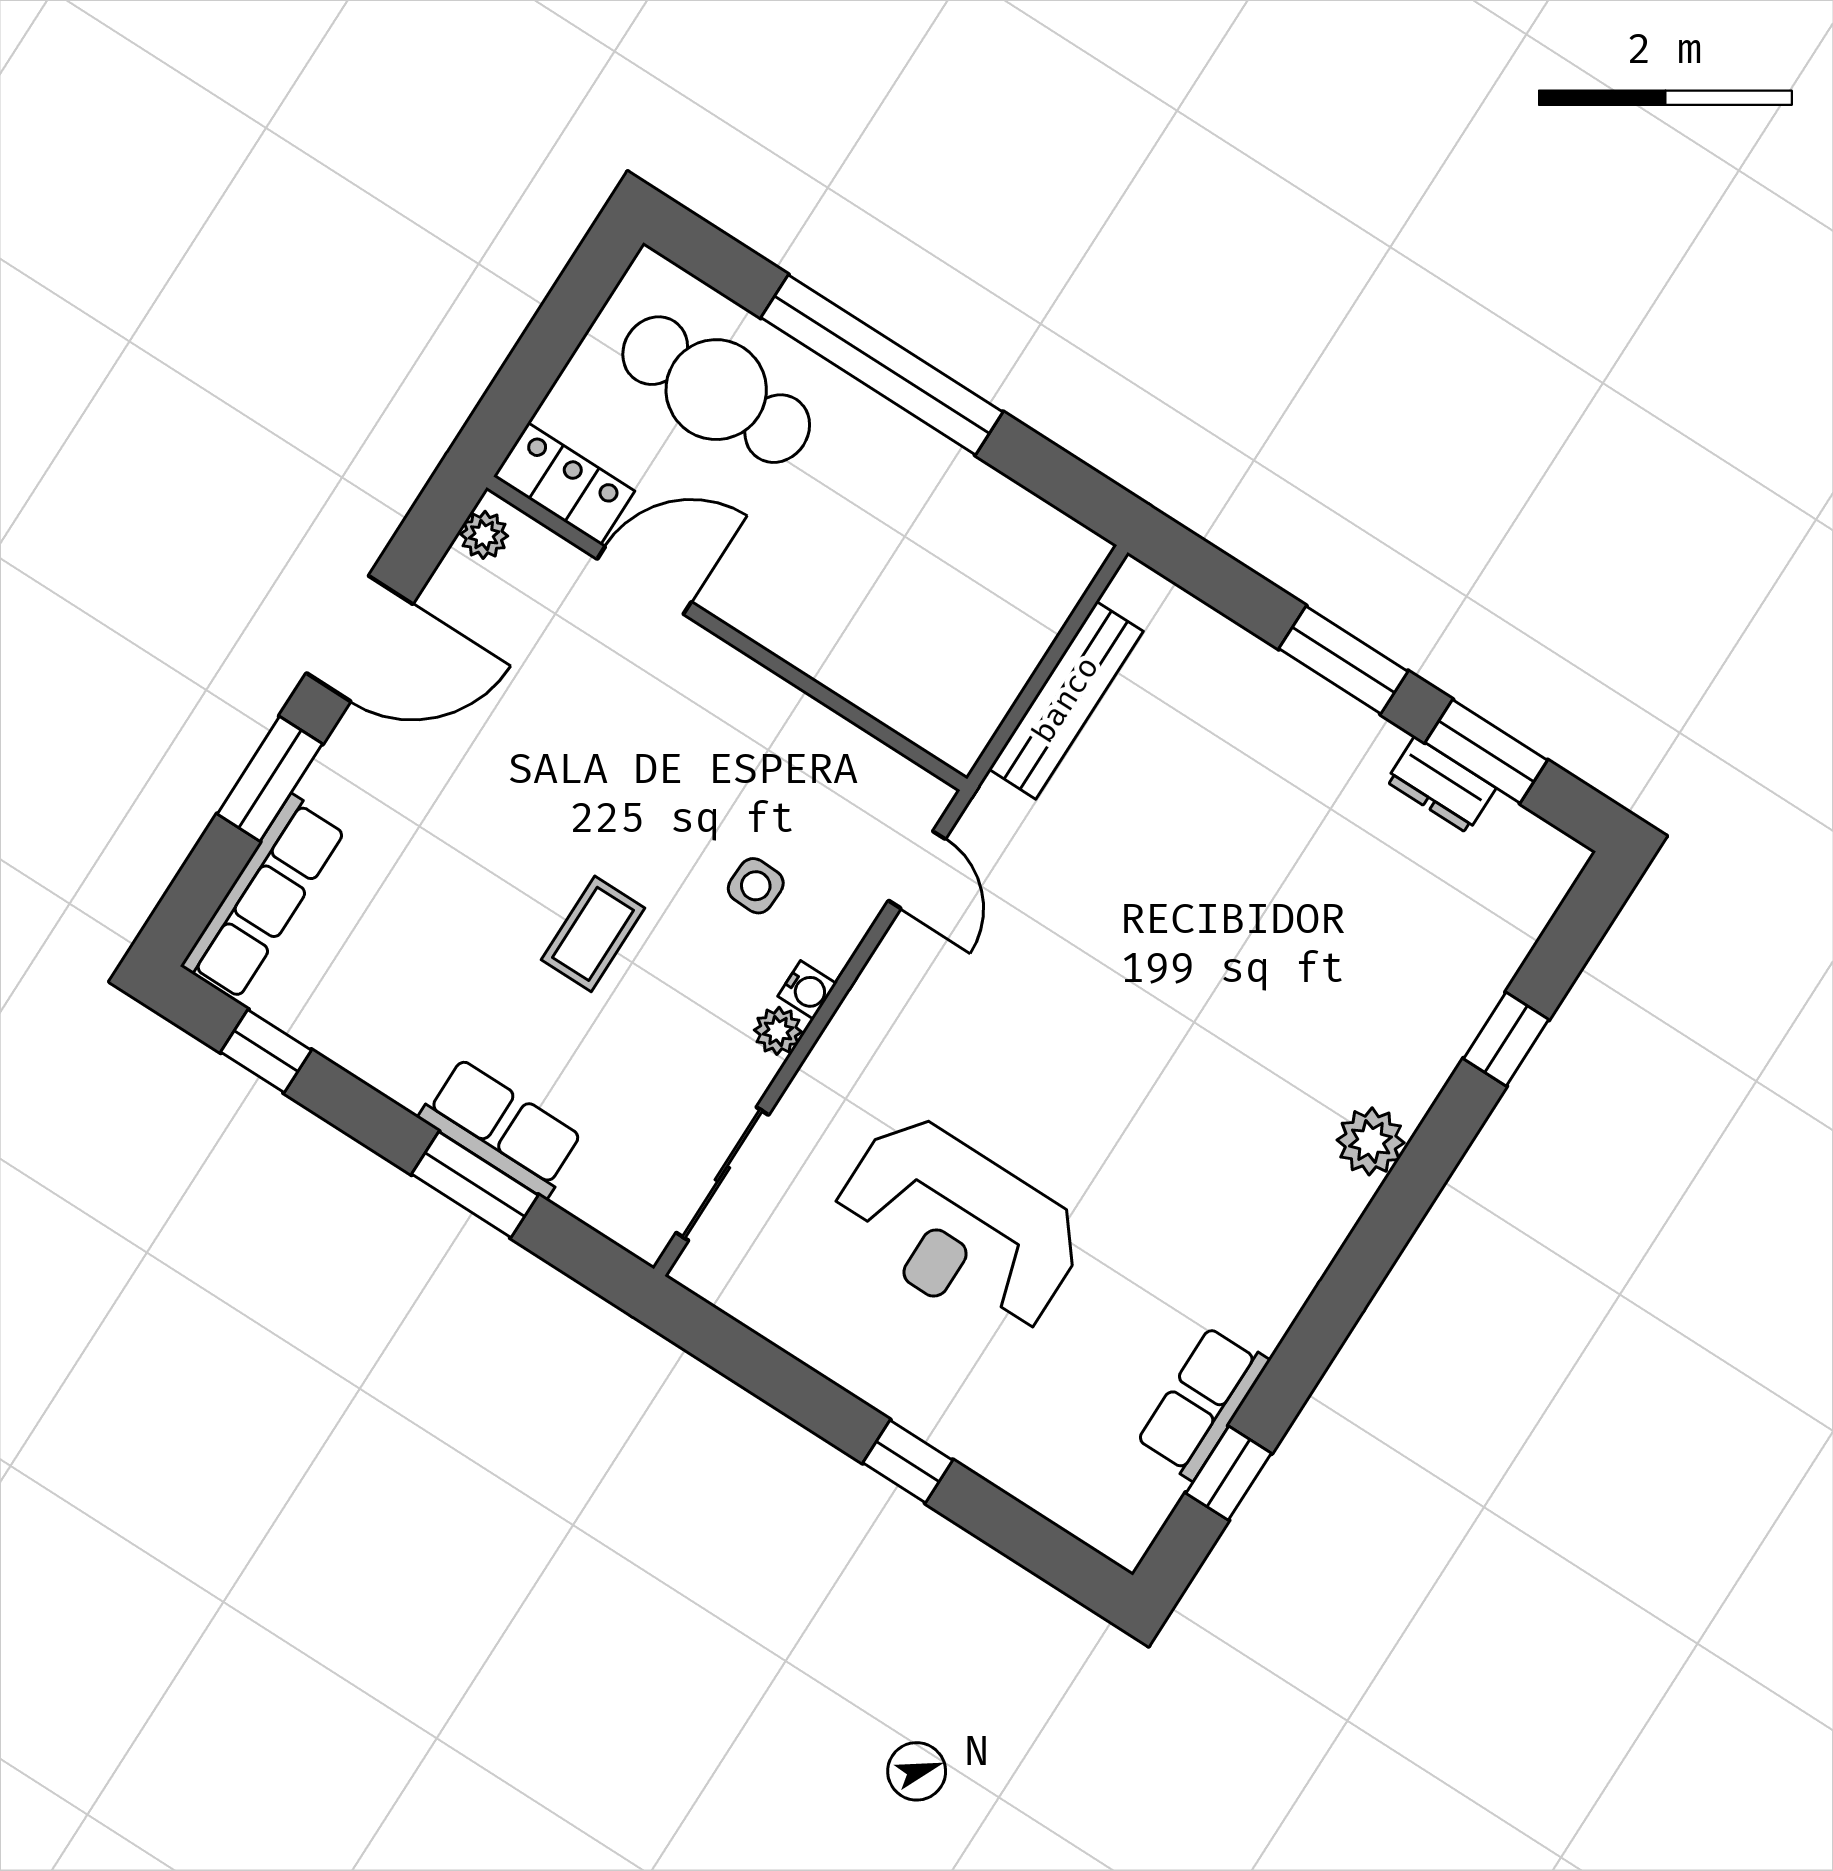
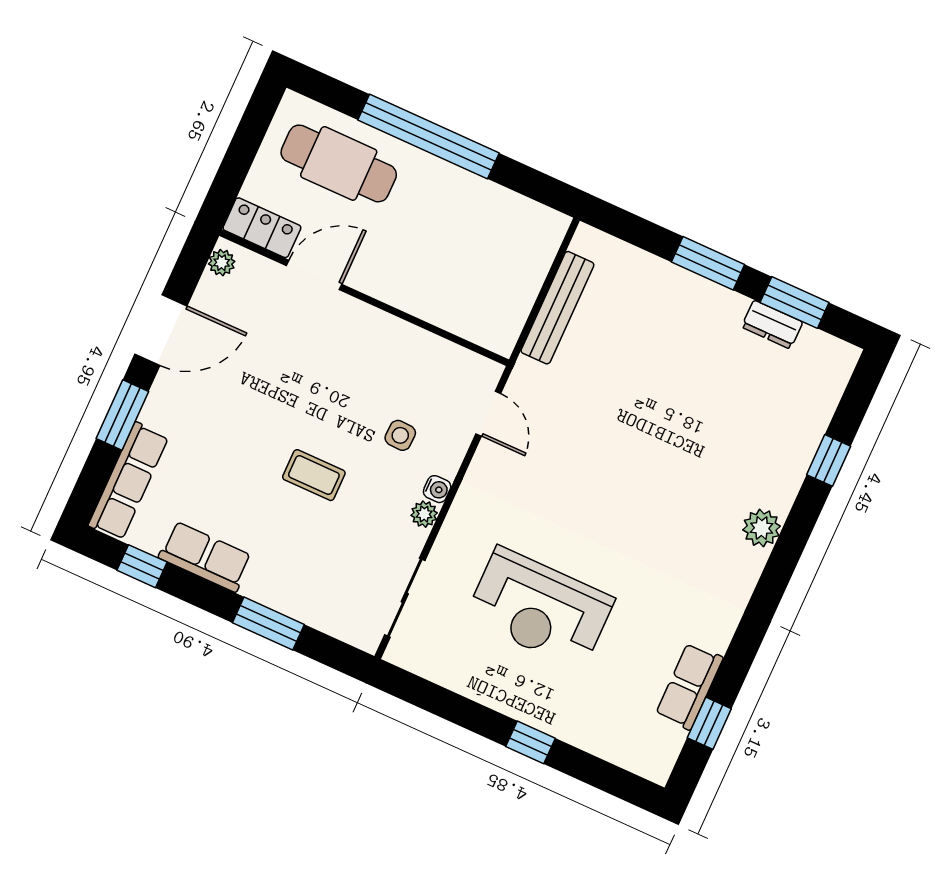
coffee table: (593, 934) -> (314, 475), turned 90
row of seats: (501, 1128) -> (205, 557), moved

